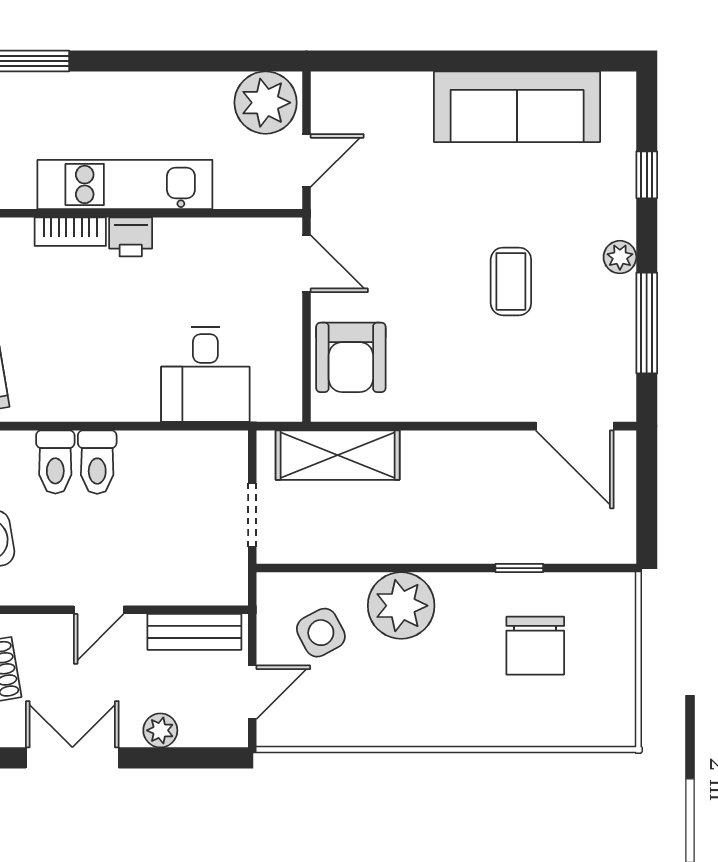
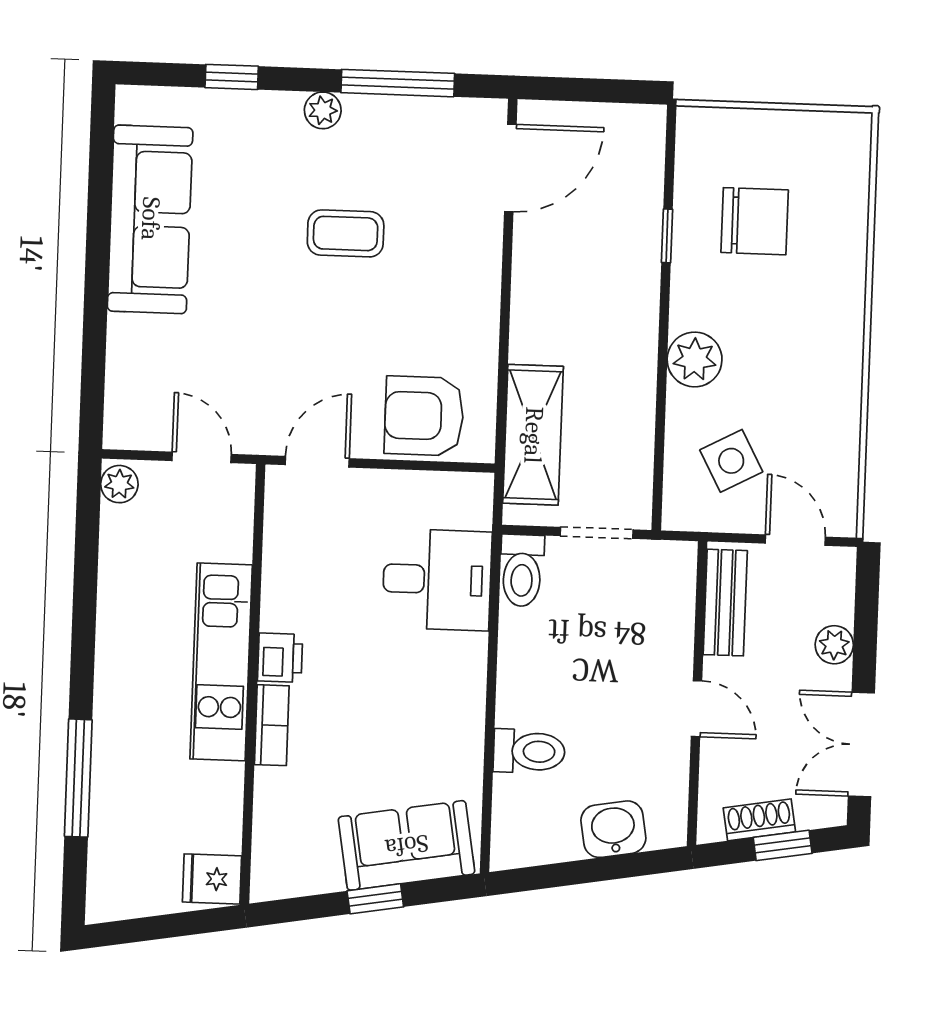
plant: (266, 103) -> (119, 484), width x0.53, depth x0.53
armchair: (351, 357) -> (424, 416), turned 180
toilet: (97, 462) -> (522, 570), moved, turned 90
plant: (401, 606) -> (695, 359), width x0.73, depth x0.73

